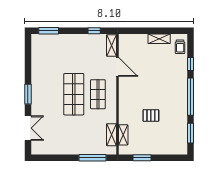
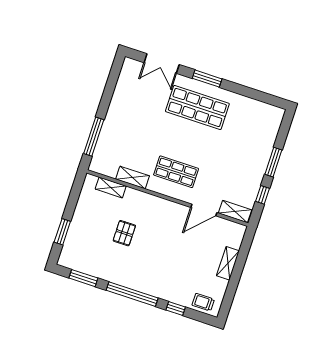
window: (49, 31) -> (273, 162), moved
shelving: (159, 39) -> (228, 263), moved
shop shelf: (74, 94) -> (197, 107), moved
shelving: (111, 135) -> (133, 178), moved
window: (142, 158) -> (62, 232), moved

